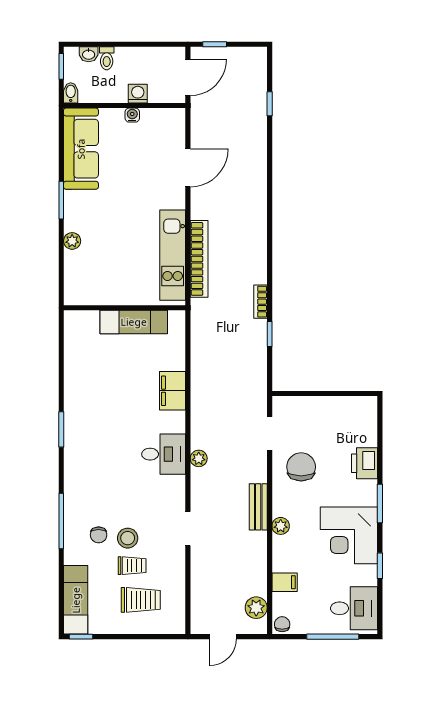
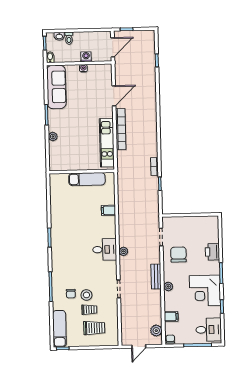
bookcase: (199, 259) -> (121, 129), moved
filing cabinet: (173, 391) -> (108, 210), width x0.50

